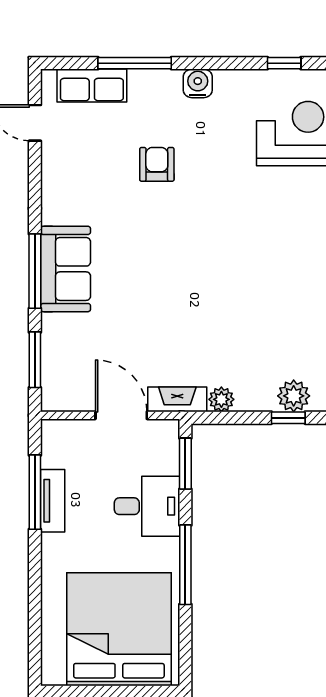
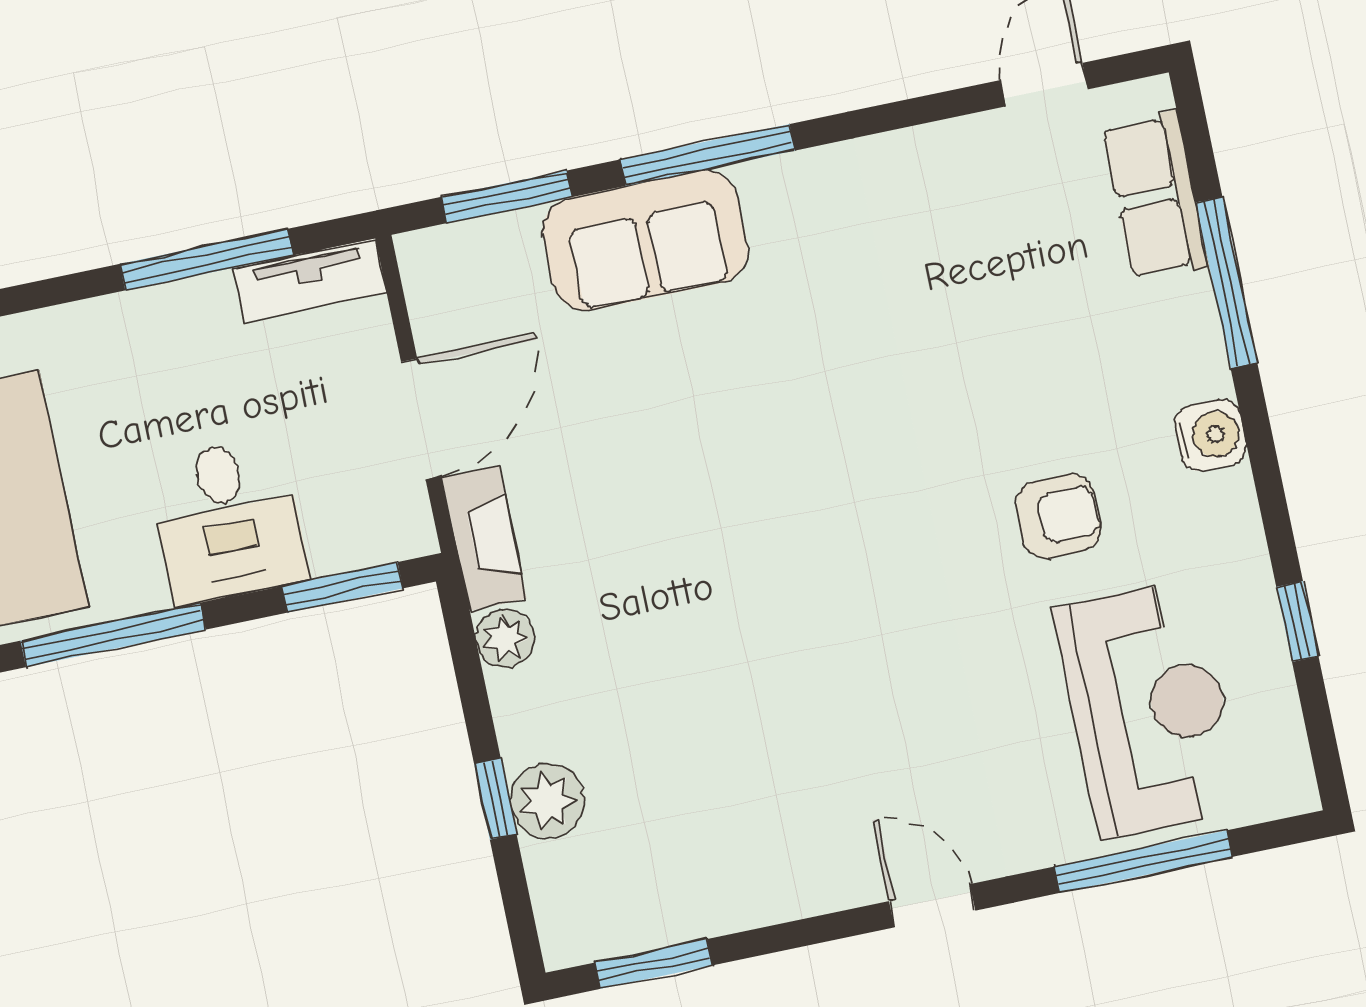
armchair: (157, 164) -> (1059, 516), moved
sofa: (66, 269) -> (645, 240), moved
tv unit: (53, 501) -> (310, 280), moved

